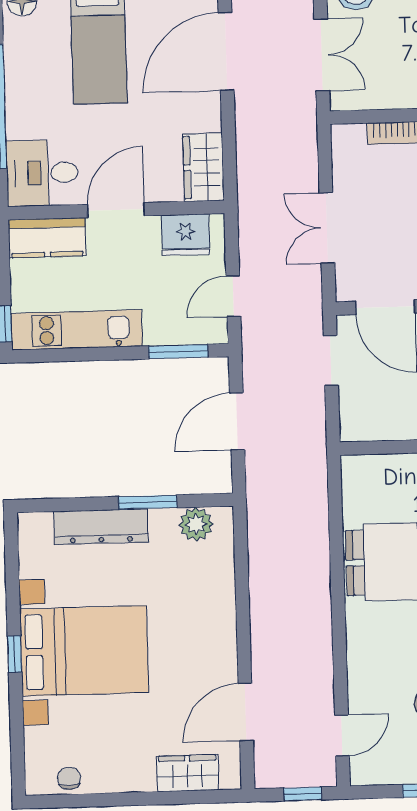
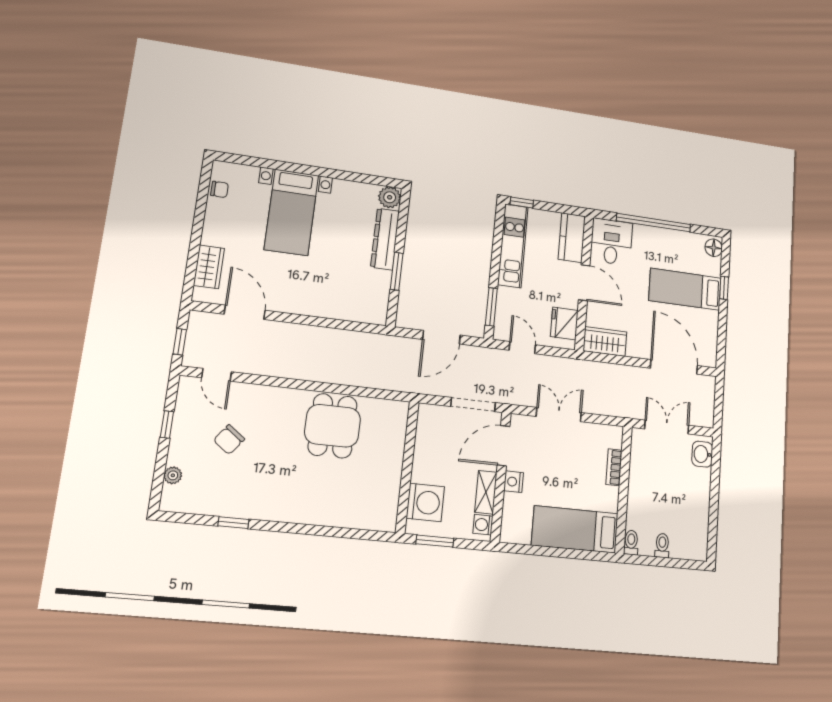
double door: (322, 55) -> (667, 427), swing flipped
doorway: (331, 361) -> (473, 405), width x1.38
door: (237, 421) -> (441, 337), swing flipped
plant: (196, 524) -> (390, 197), moved
bed with nightstands: (84, 651) -> (291, 212), width x0.73
window: (15, 654) -> (310, 170), removed

